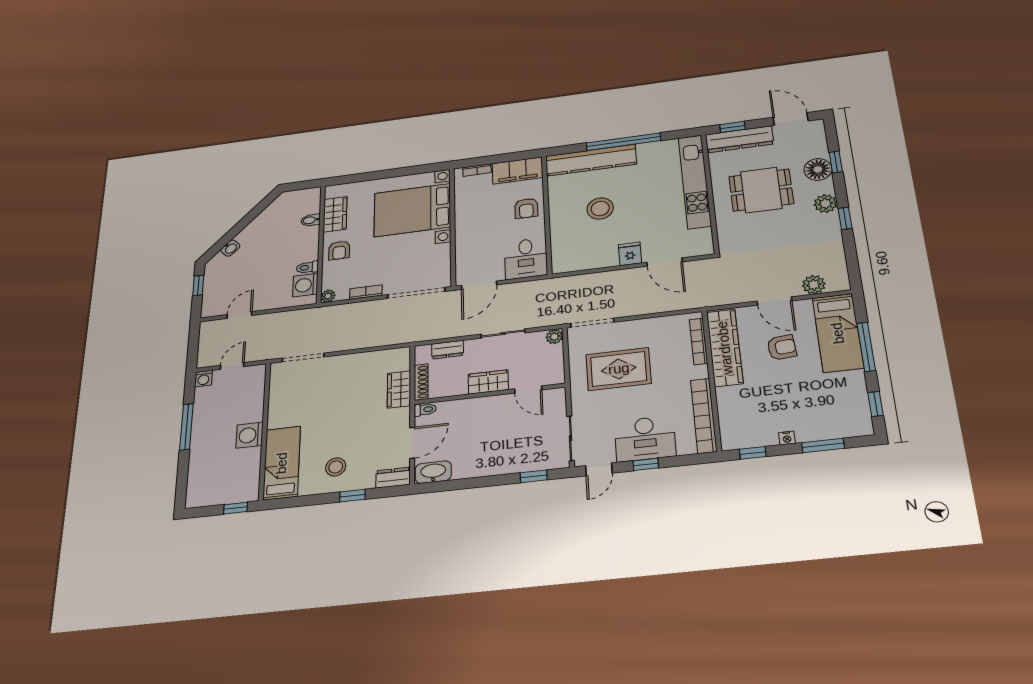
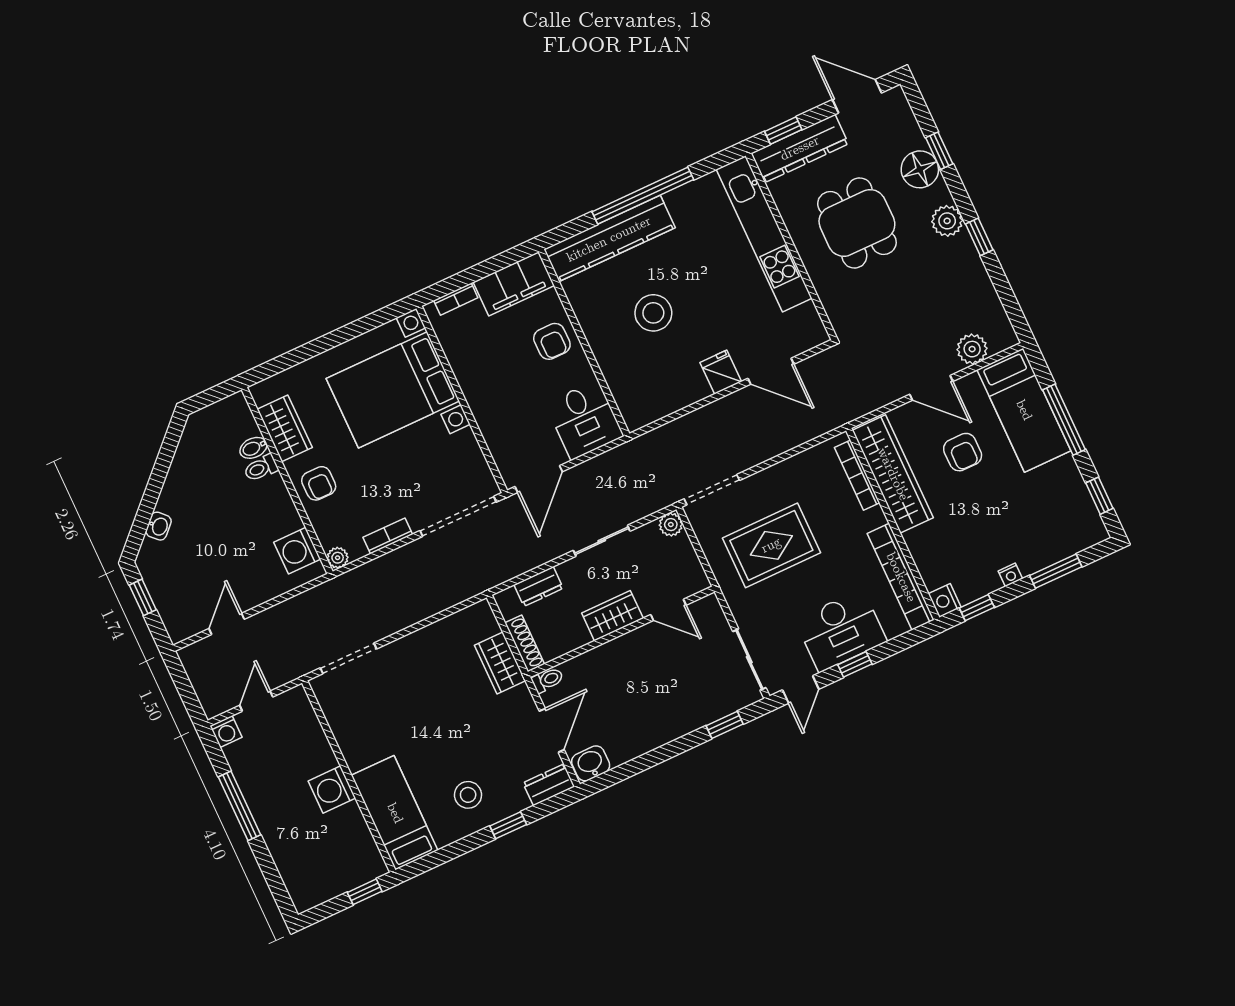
dining table: (761, 190) -> (857, 223), turned 90
toilet: (307, 267) -> (261, 468), moved
armchair: (782, 347) -> (963, 452), turned 95
nightstand: (730, 441) -> (945, 600), added
washbasin: (433, 472) -> (591, 763), width x0.72

